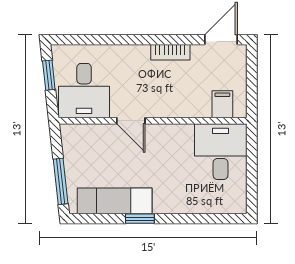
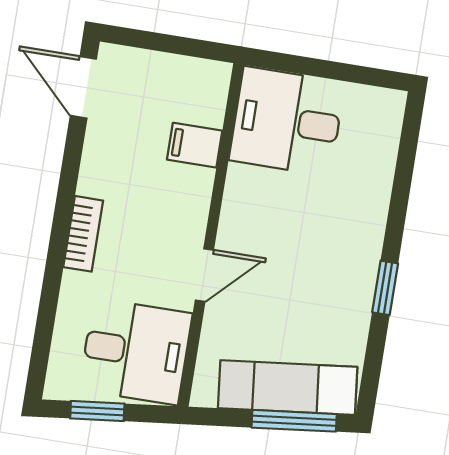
bookcase: (170, 52) -> (83, 234), moved
filing cabinet: (222, 104) -> (195, 145), moved
exam couch: (115, 201) -> (288, 388), moved, turned 84

